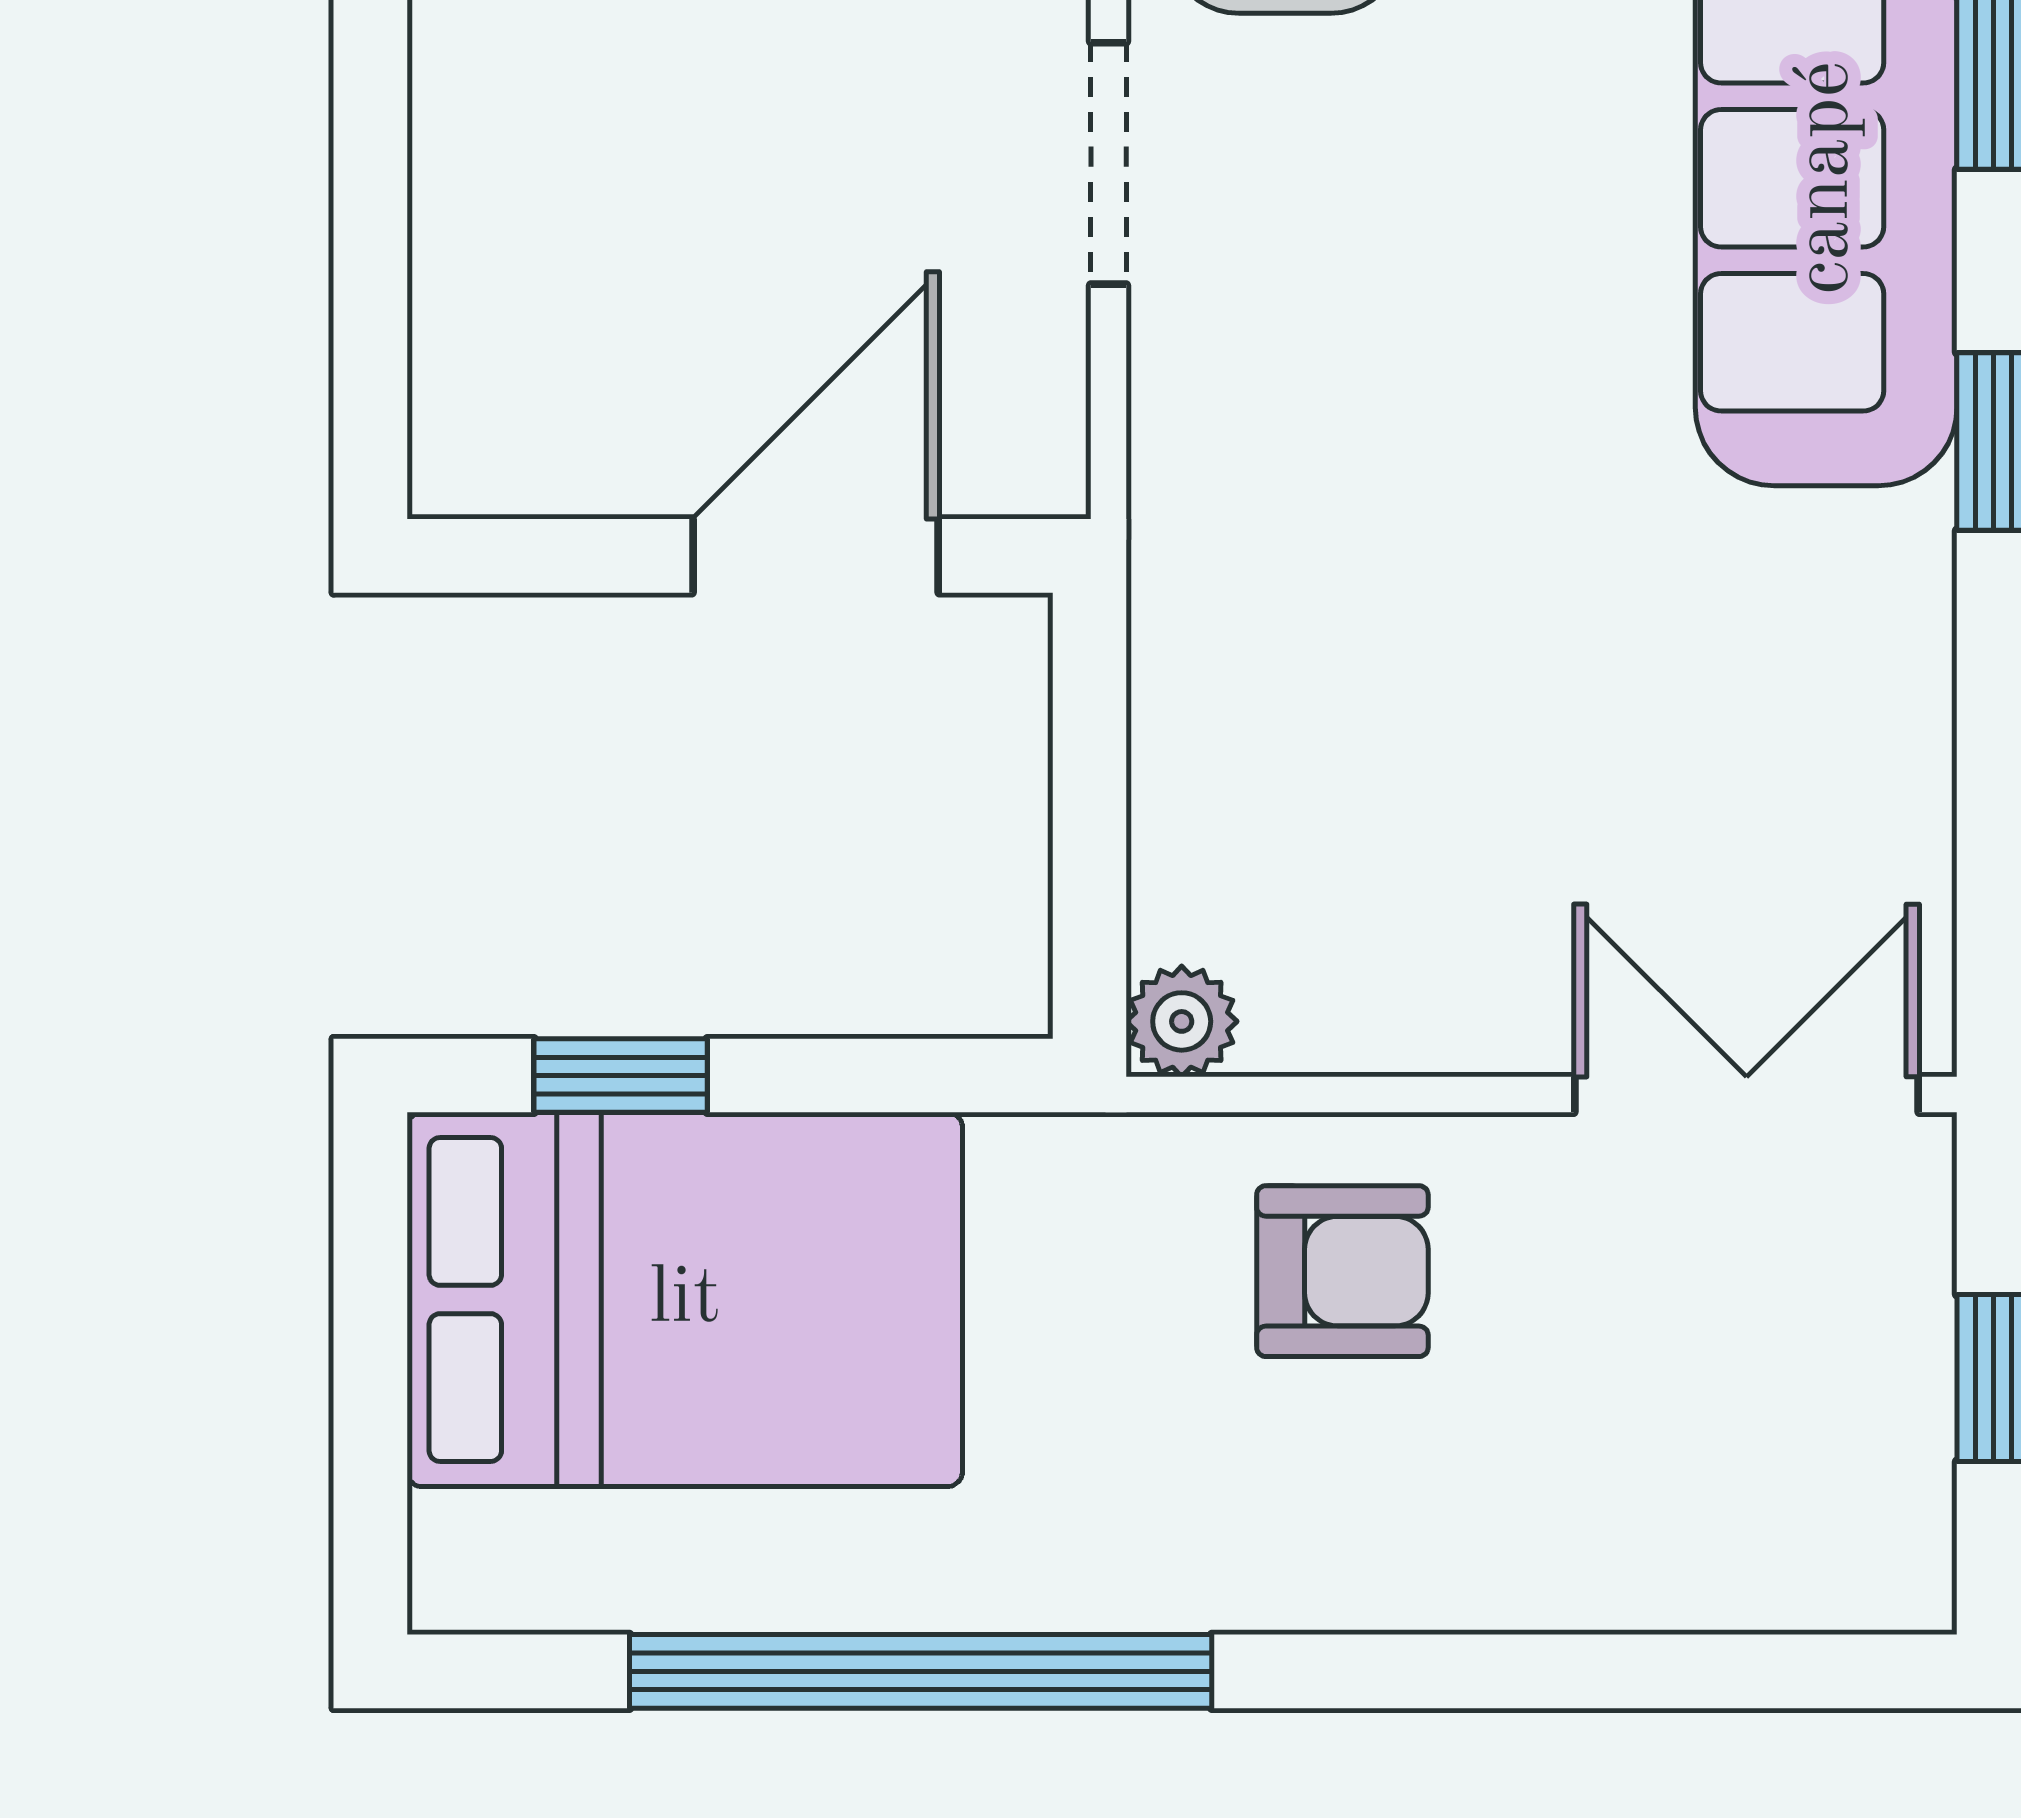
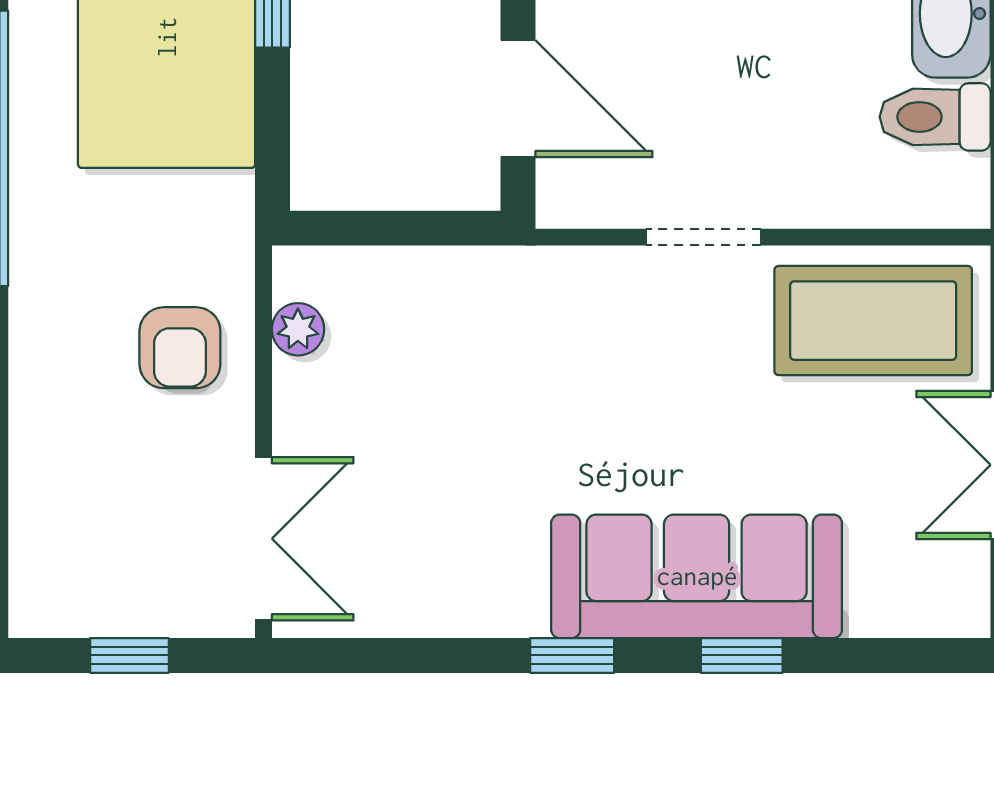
plant: (1182, 1021) -> (298, 329), moved

